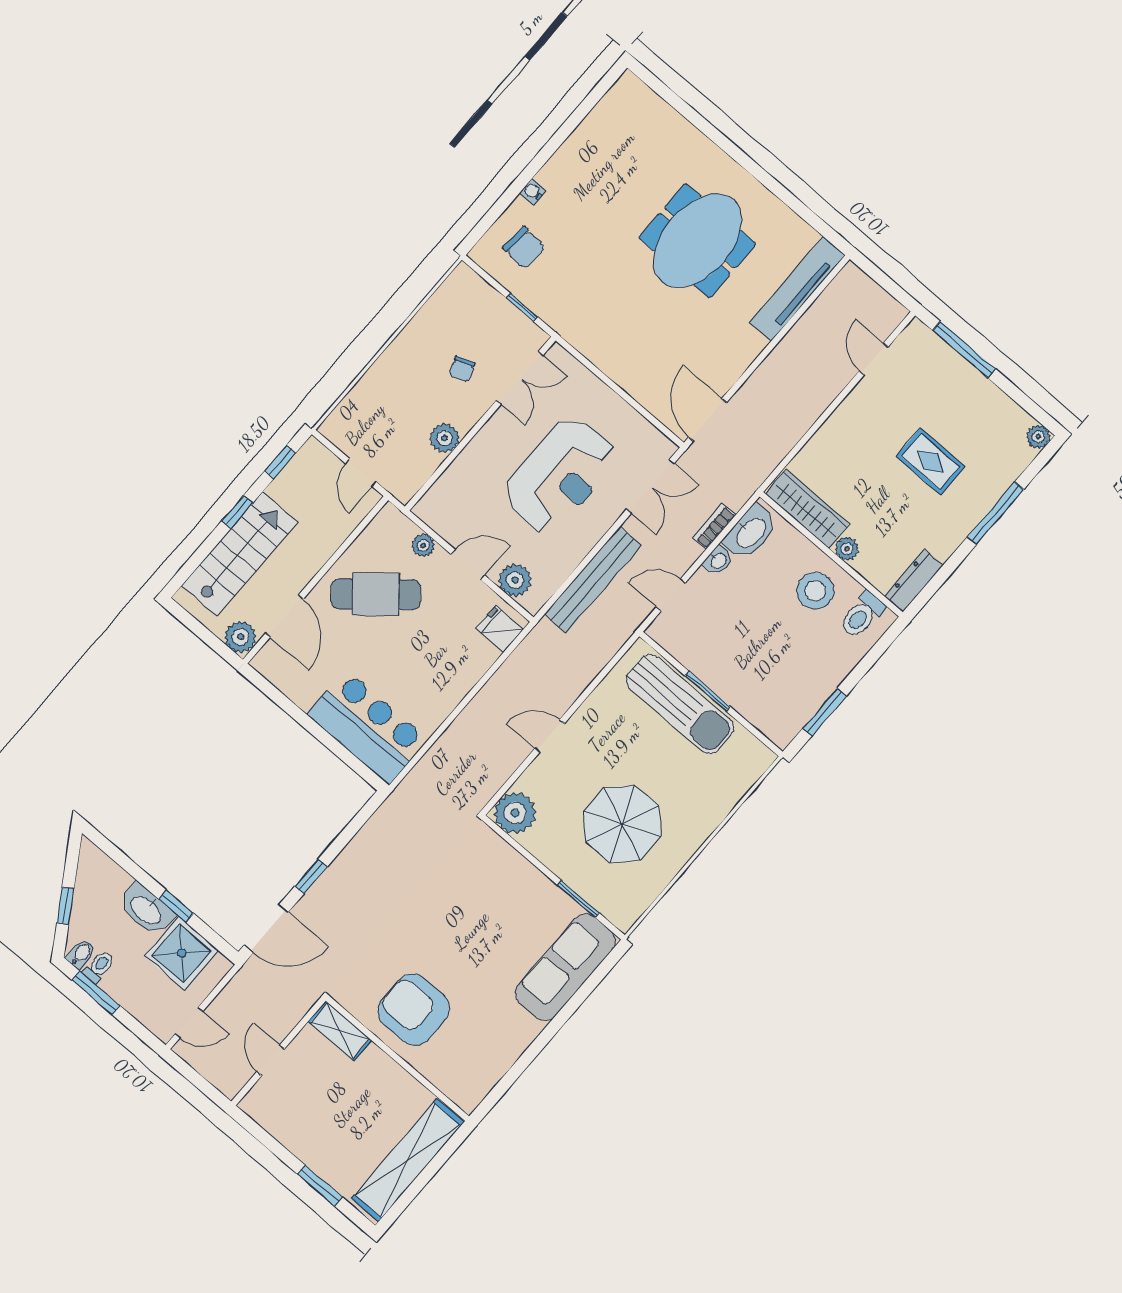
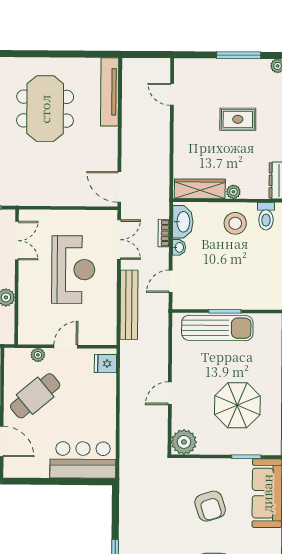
window: (964, 350) -> (239, 55), moved
plant: (515, 580) -> (93, 335), removed
armchair: (479, 922) -> (210, 506), added

